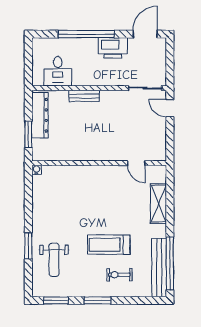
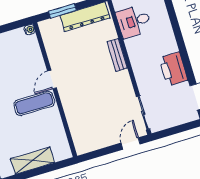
window: (86, 34) -> (179, 38), removed
door: (136, 163) -> (52, 79), moved
exercise mat: (106, 186) -> (34, 103), added

